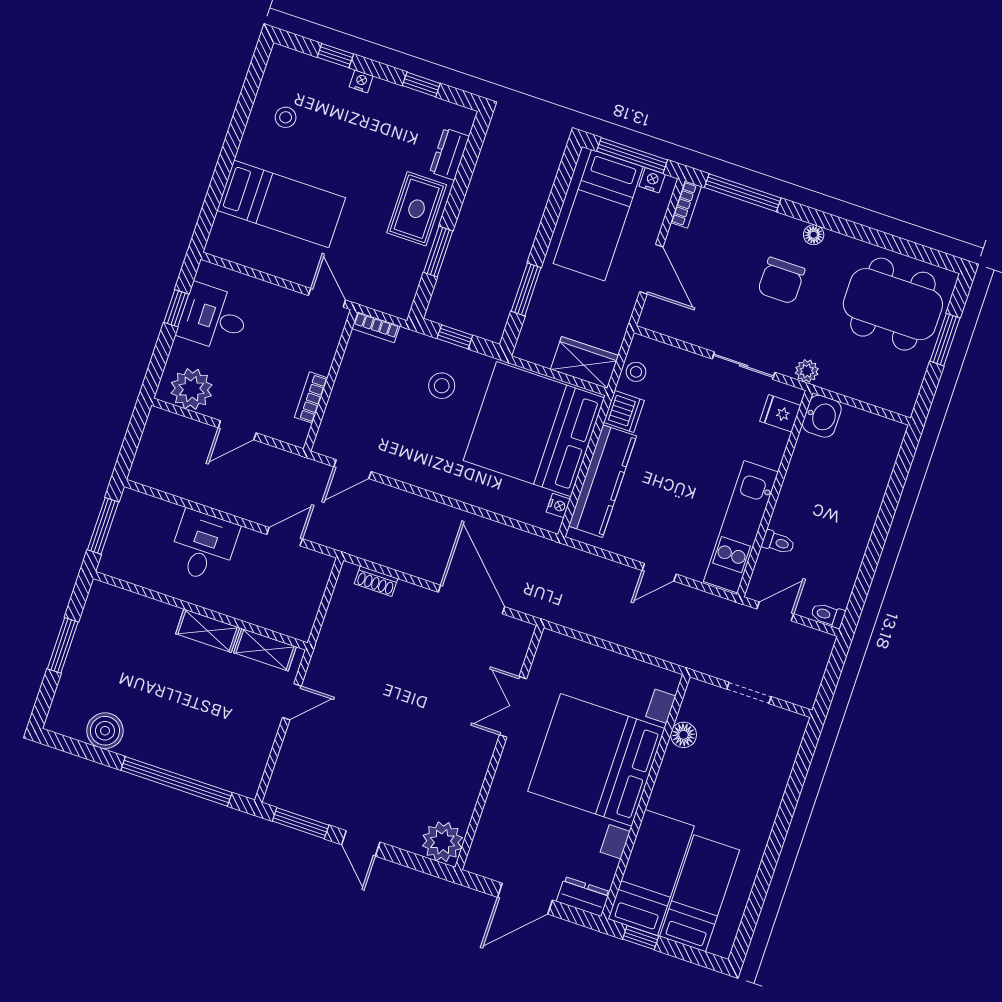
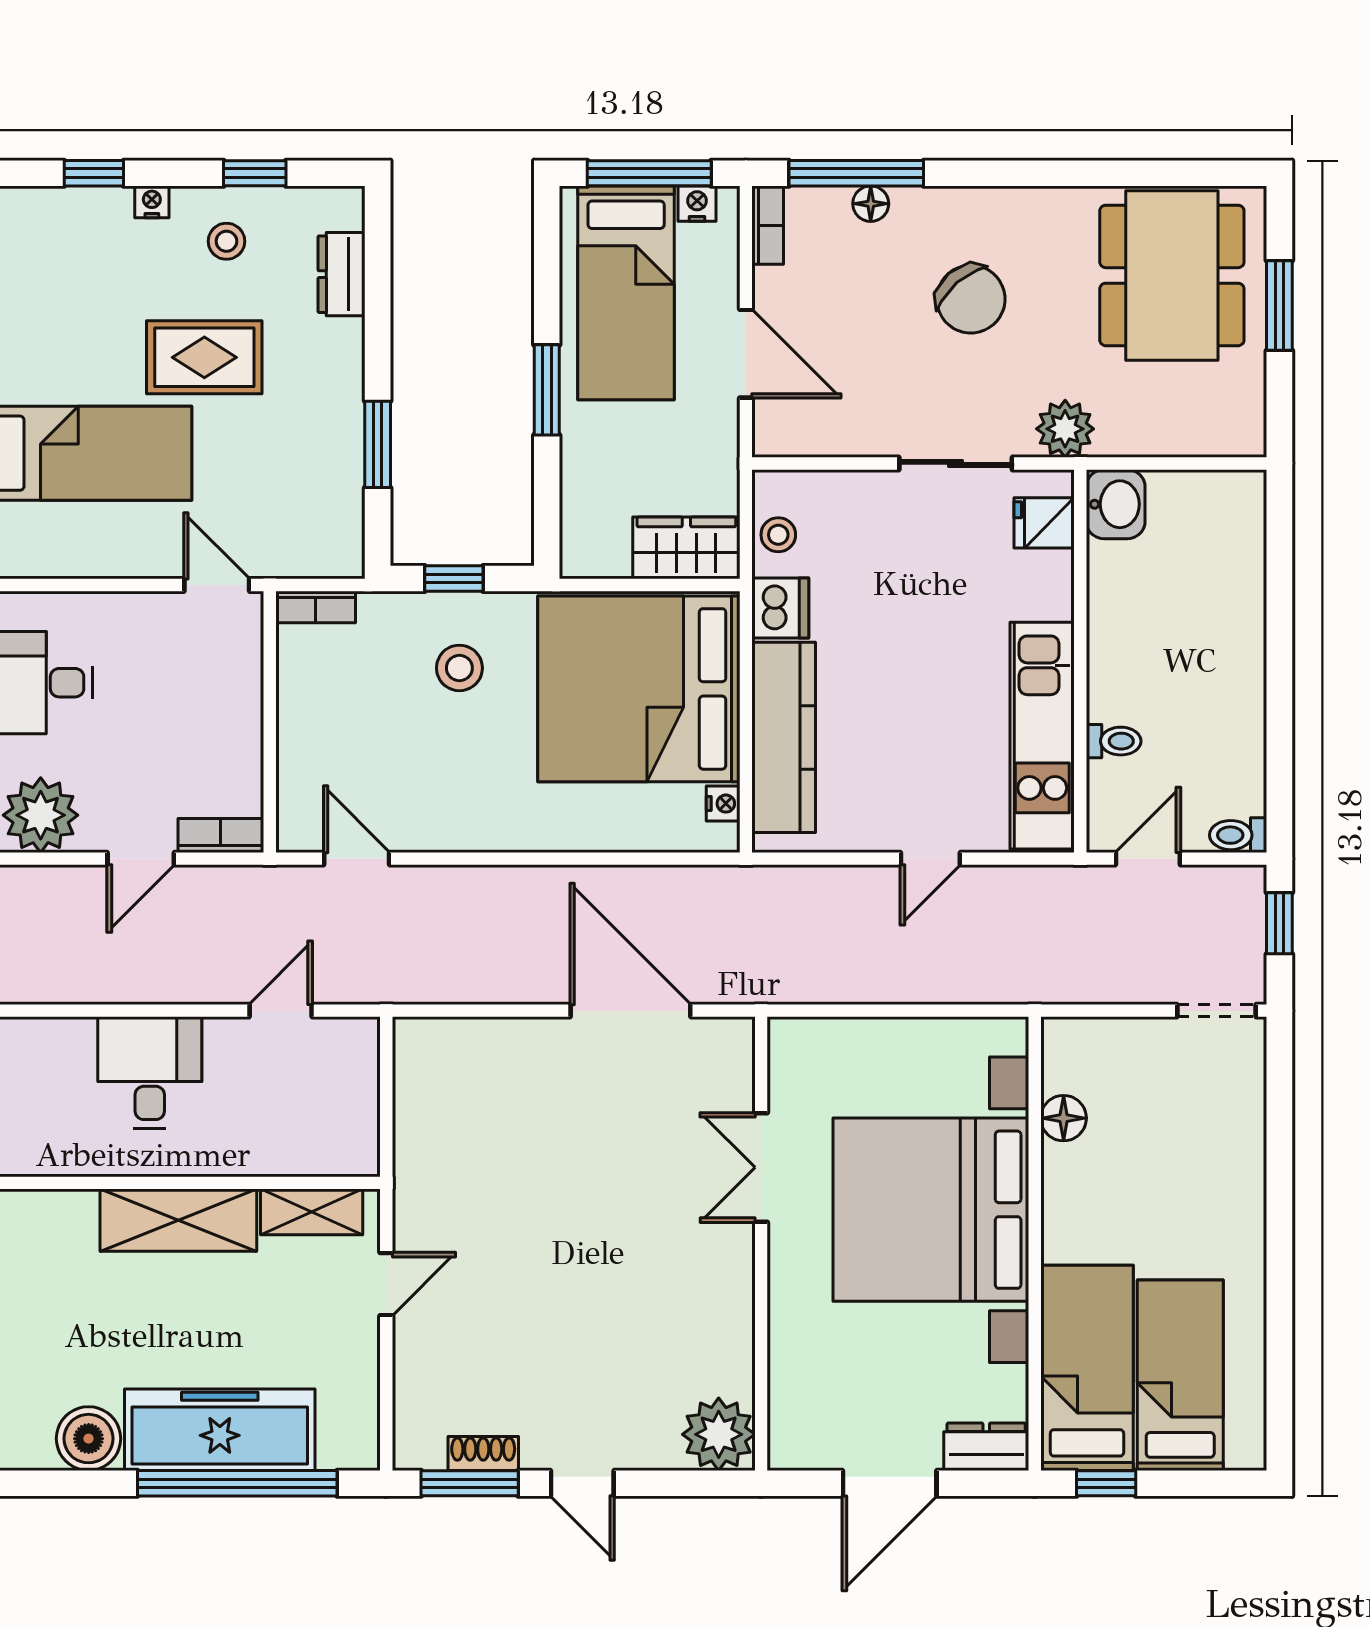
stool: (286, 117) -> (226, 241), moved
rug: (417, 209) -> (204, 357), moved, turned 90
floor lamp: (814, 235) -> (871, 204), moved
chair: (781, 281) -> (971, 299), turned -41
window: (526, 289) -> (547, 390), moved
dining table: (893, 304) -> (1172, 275), turned 90
plant: (807, 371) -> (1065, 429), width x1.38, depth x1.38
bookcase: (311, 398) -> (221, 835), moved, turned 90
door: (353, 469) -> (357, 859), swing flipped
shoe rack: (376, 581) -> (483, 1454), moved, turned 180
shelving: (208, 631) -> (178, 1220), width x1.50, depth x1.33
window: (834, 670) -> (1279, 923), added
doorway: (749, 693) -> (1217, 1011), moved
freezer: (177, 750) -> (220, 1430), added

